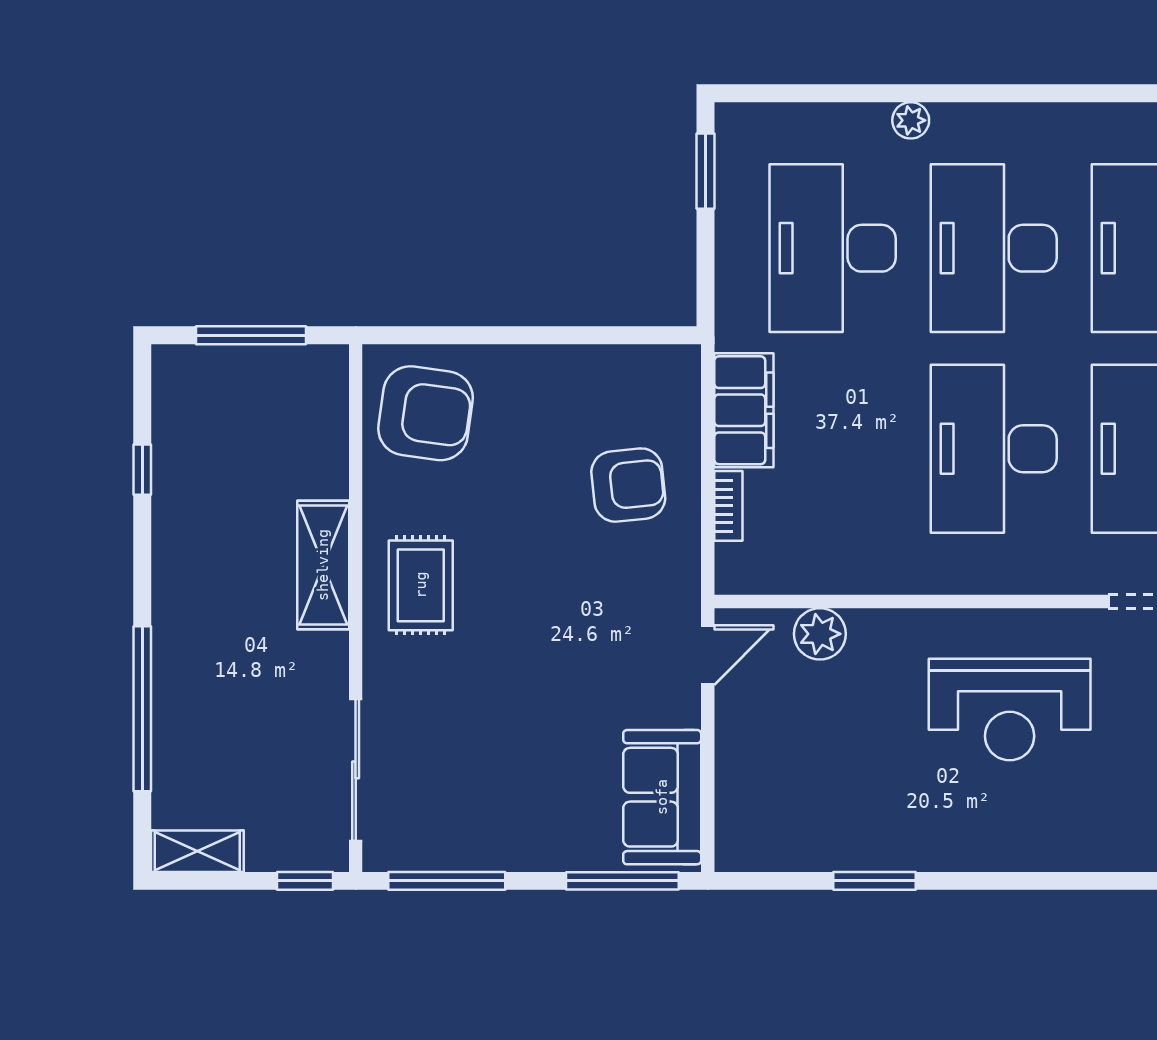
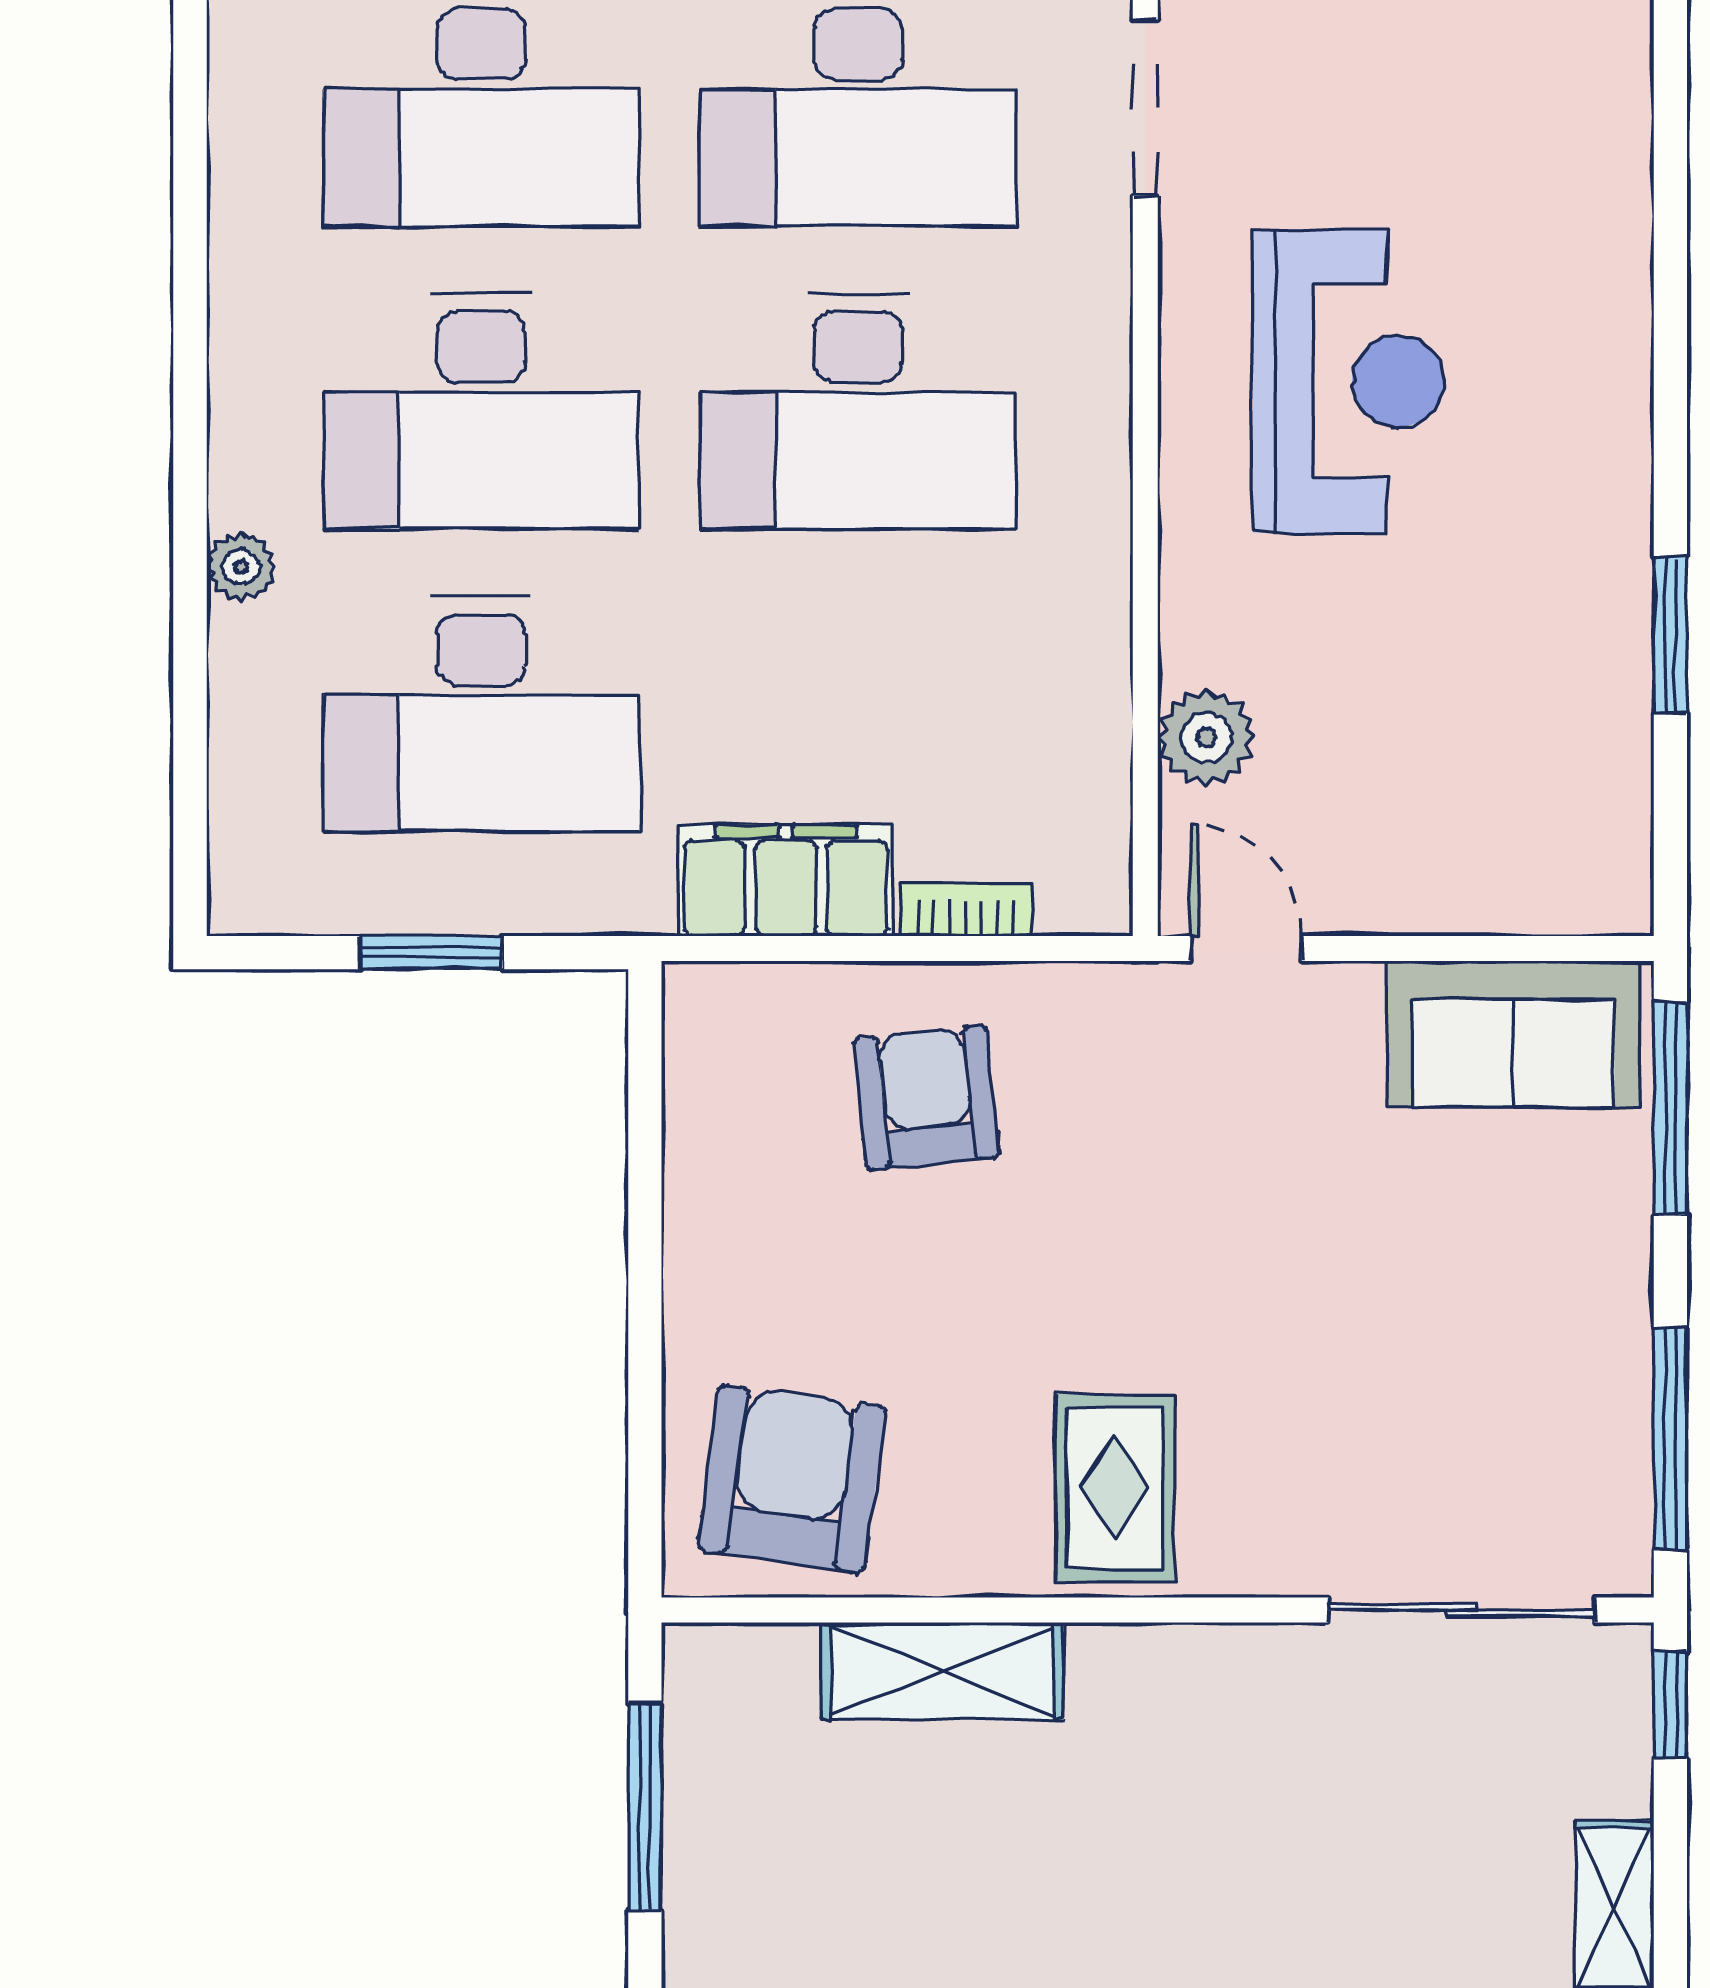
window: (705, 171) -> (432, 953), moved
shelving: (323, 565) -> (943, 1671), moved
rug: (421, 585) -> (1115, 1488), turned 90

